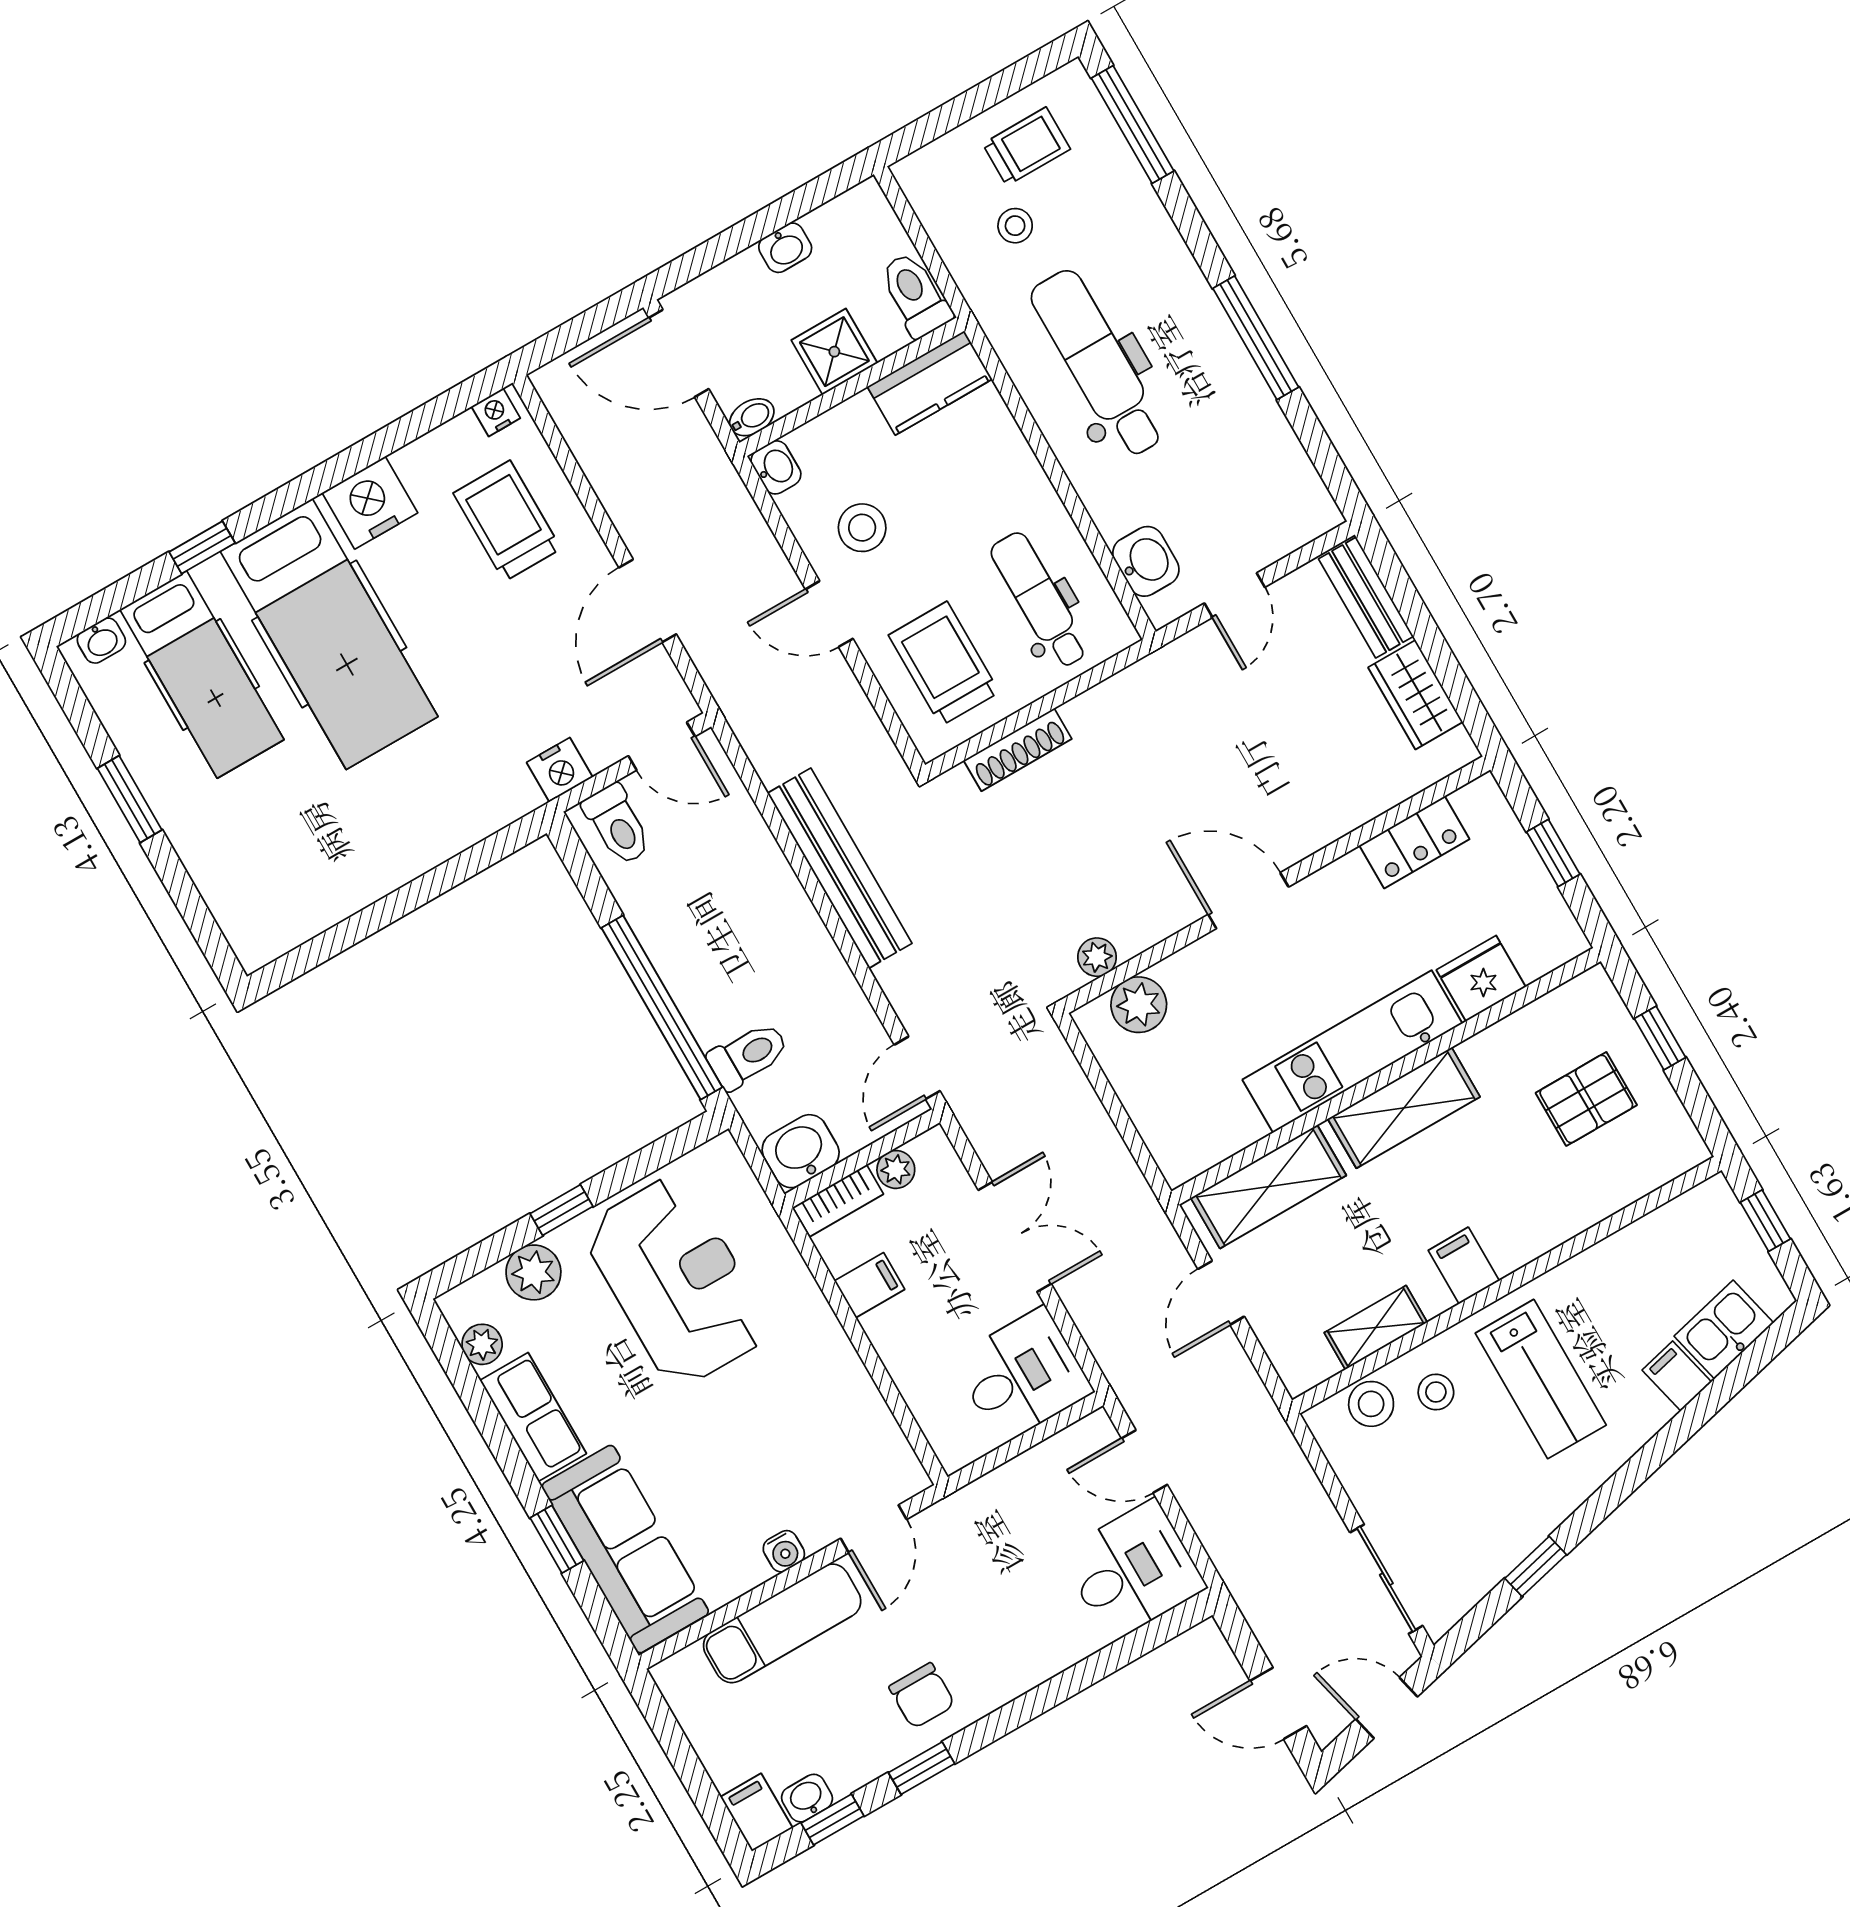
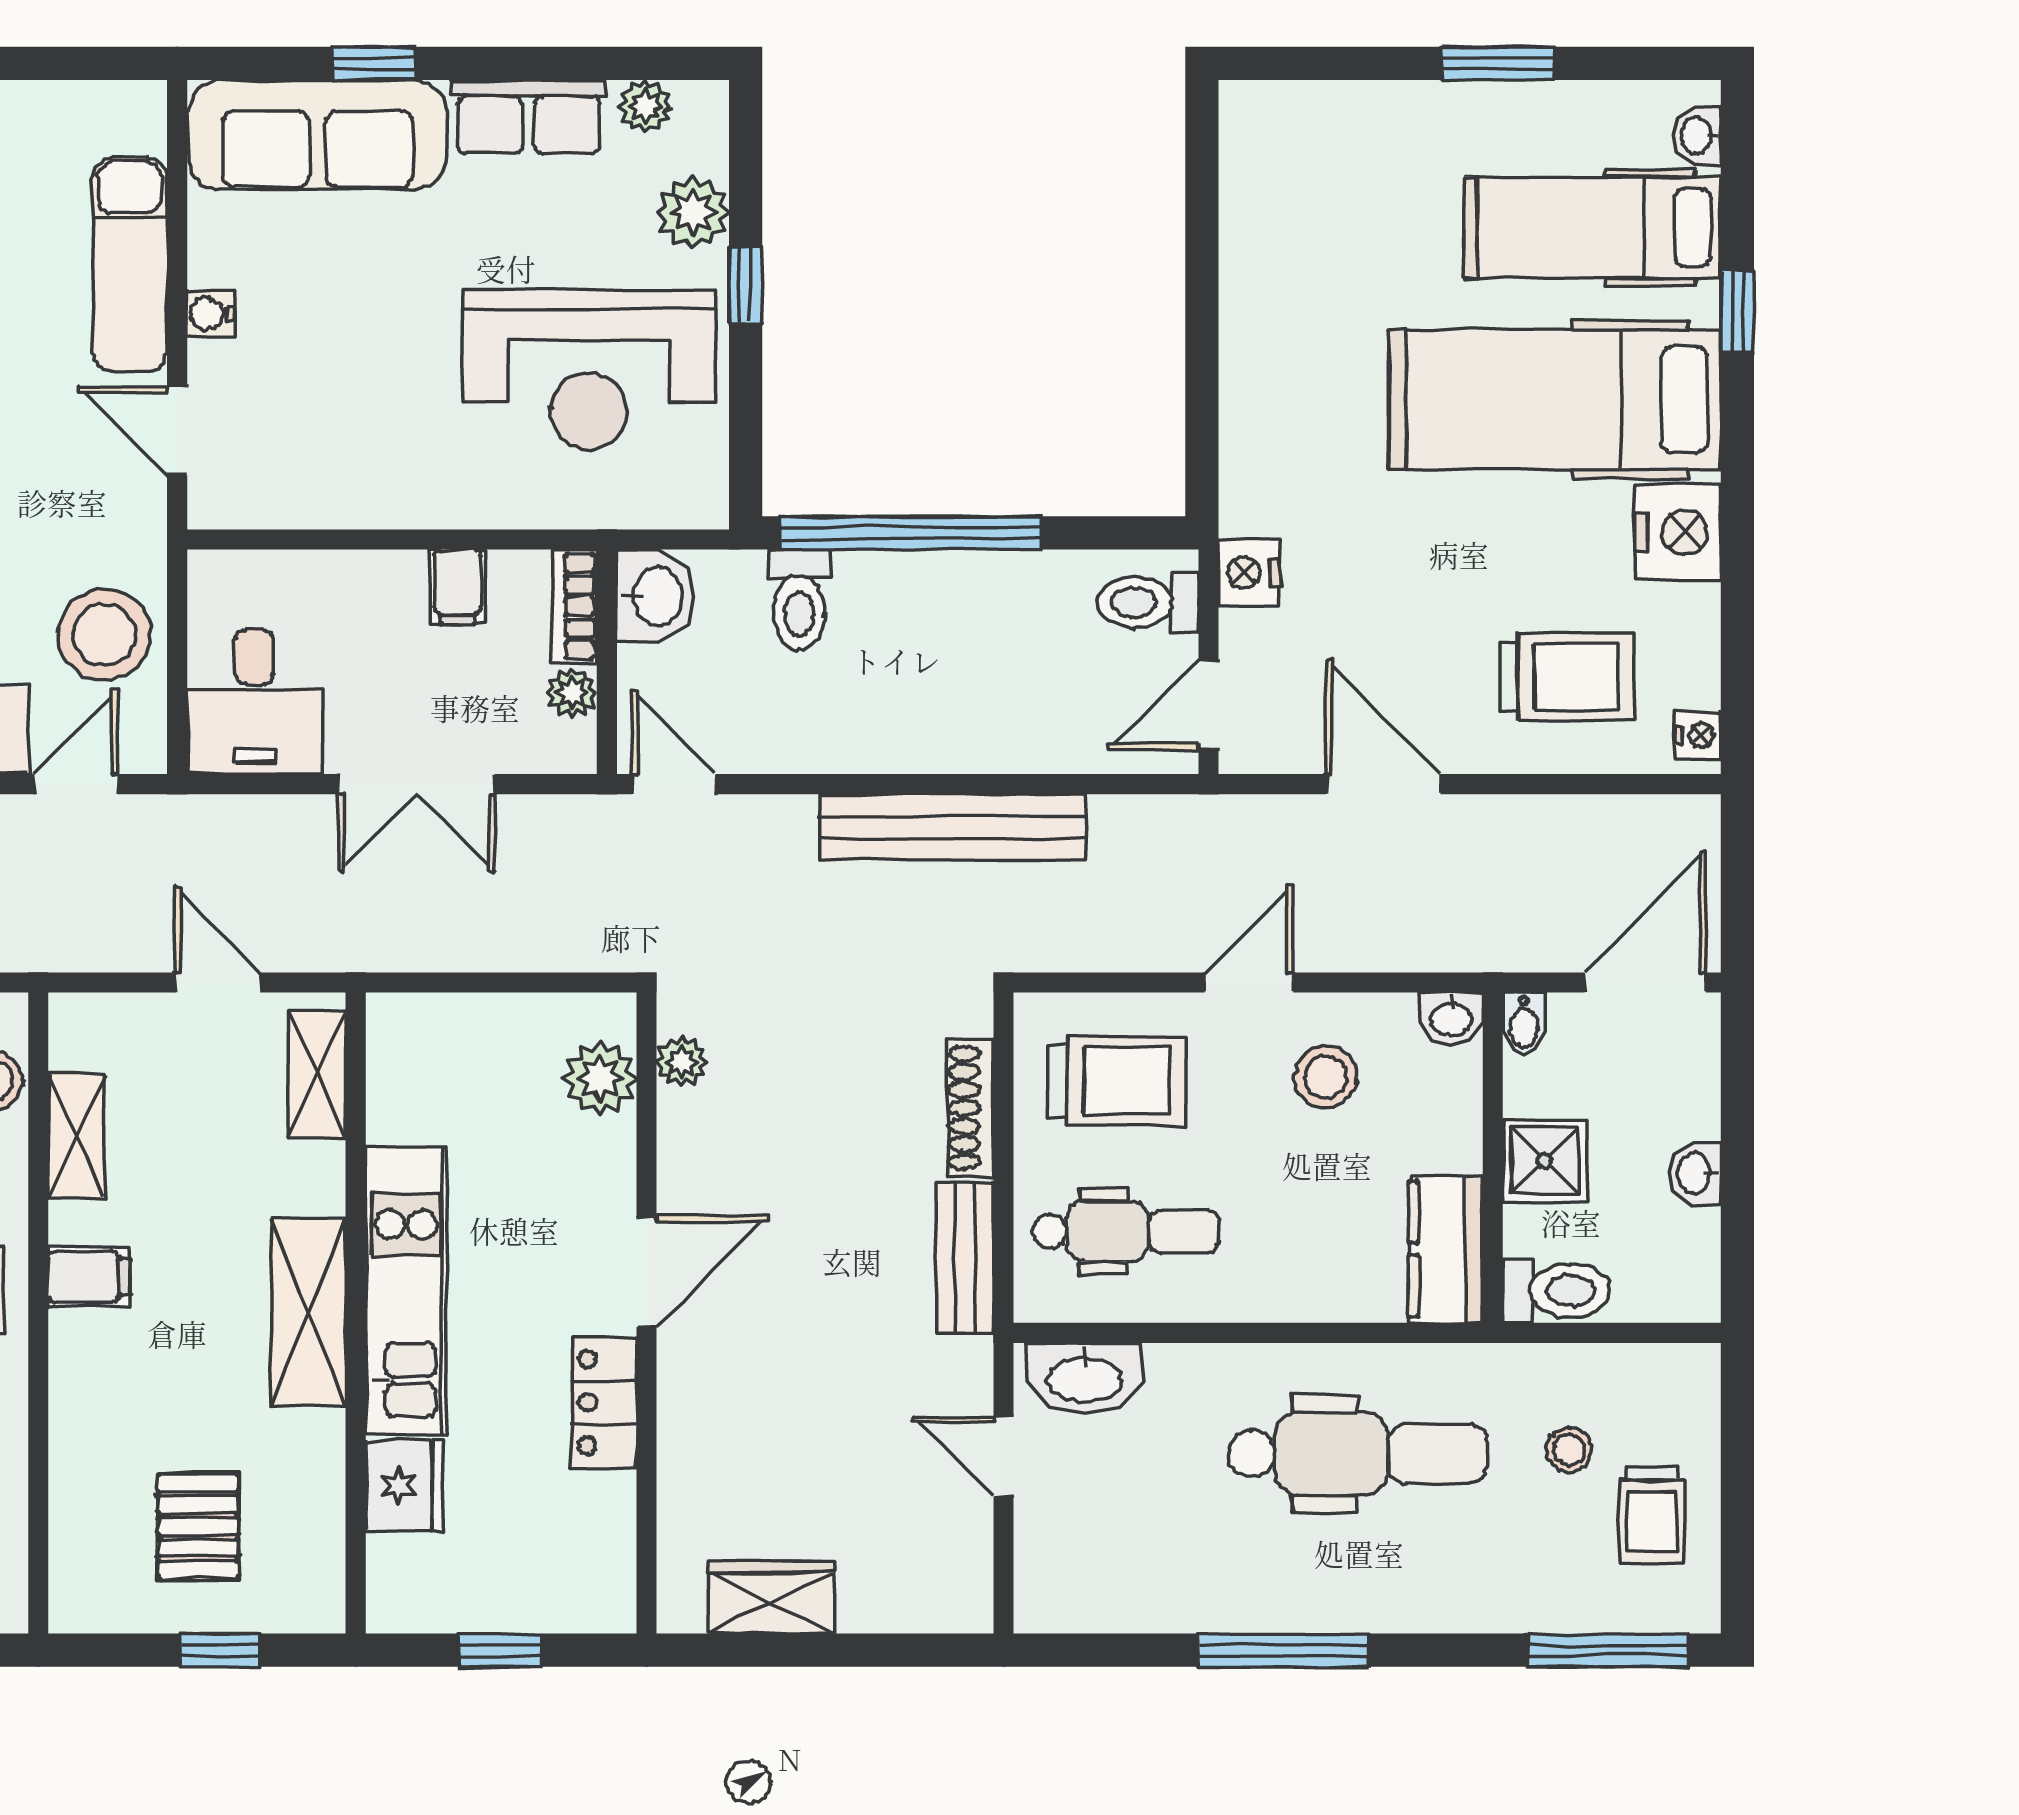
washbasin: (1146, 561) -> (1085, 1378), width x1.38
bench: (1366, 598) -> (965, 1258), moved, turned 90
locker: (1414, 842) -> (604, 1403), moved
shelving: (1269, 1187) -> (317, 1074), width x0.67, depth x0.75
stool: (1035, 1500) -> (104, 635), added

